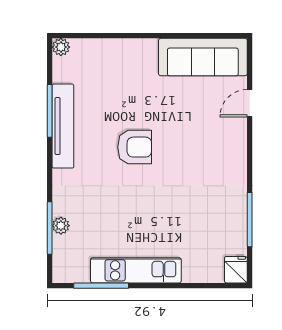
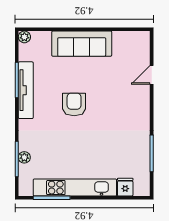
sofa: (203, 57) -> (82, 44), moved
armchair: (135, 147) -> (74, 104), turned -90
kitchen unit: (136, 270) -> (75, 188), width x1.36
fridge: (236, 270) -> (125, 187), moved

